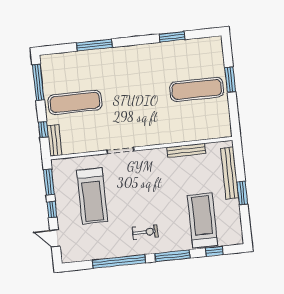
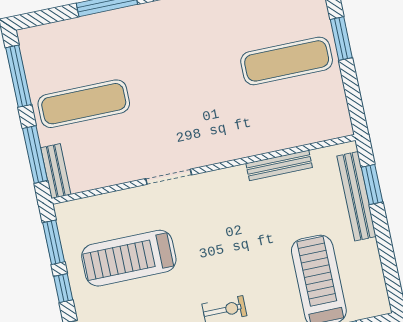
window: (43, 129) -> (35, 154), width x2.17
window: (242, 193) -> (372, 184), moved
treadmill: (92, 196) -> (129, 258), turned 90

